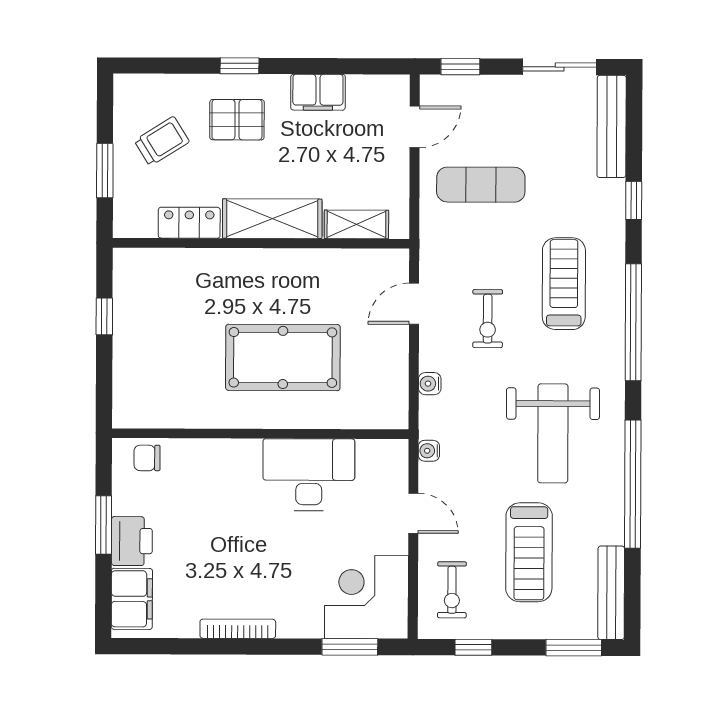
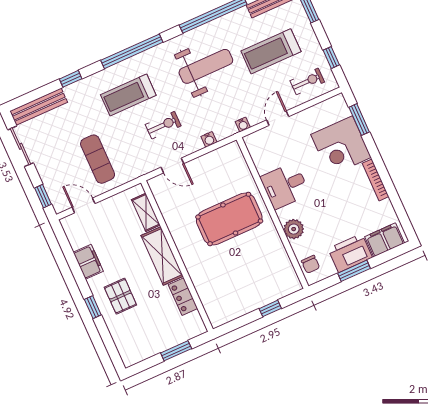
trolley: (162, 141) -> (148, 329), removed
window: (104, 316) -> (270, 308), moved
pool table: (283, 357) -> (229, 219), turned 90
plant: (218, 457) -> (294, 229), added
desk: (309, 475) -> (285, 186), width x0.73
printer: (132, 541) -> (350, 253), width x1.37, depth x1.19
treadmill: (529, 552) -> (271, 51), turned 180
corner desk: (366, 597) -> (341, 146), moved

